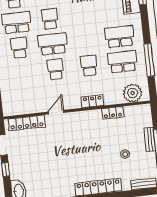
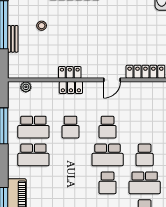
plant: (133, 93) -> (26, 87), width x0.53, depth x0.53
locker: (113, 113) -> (70, 72), moved

